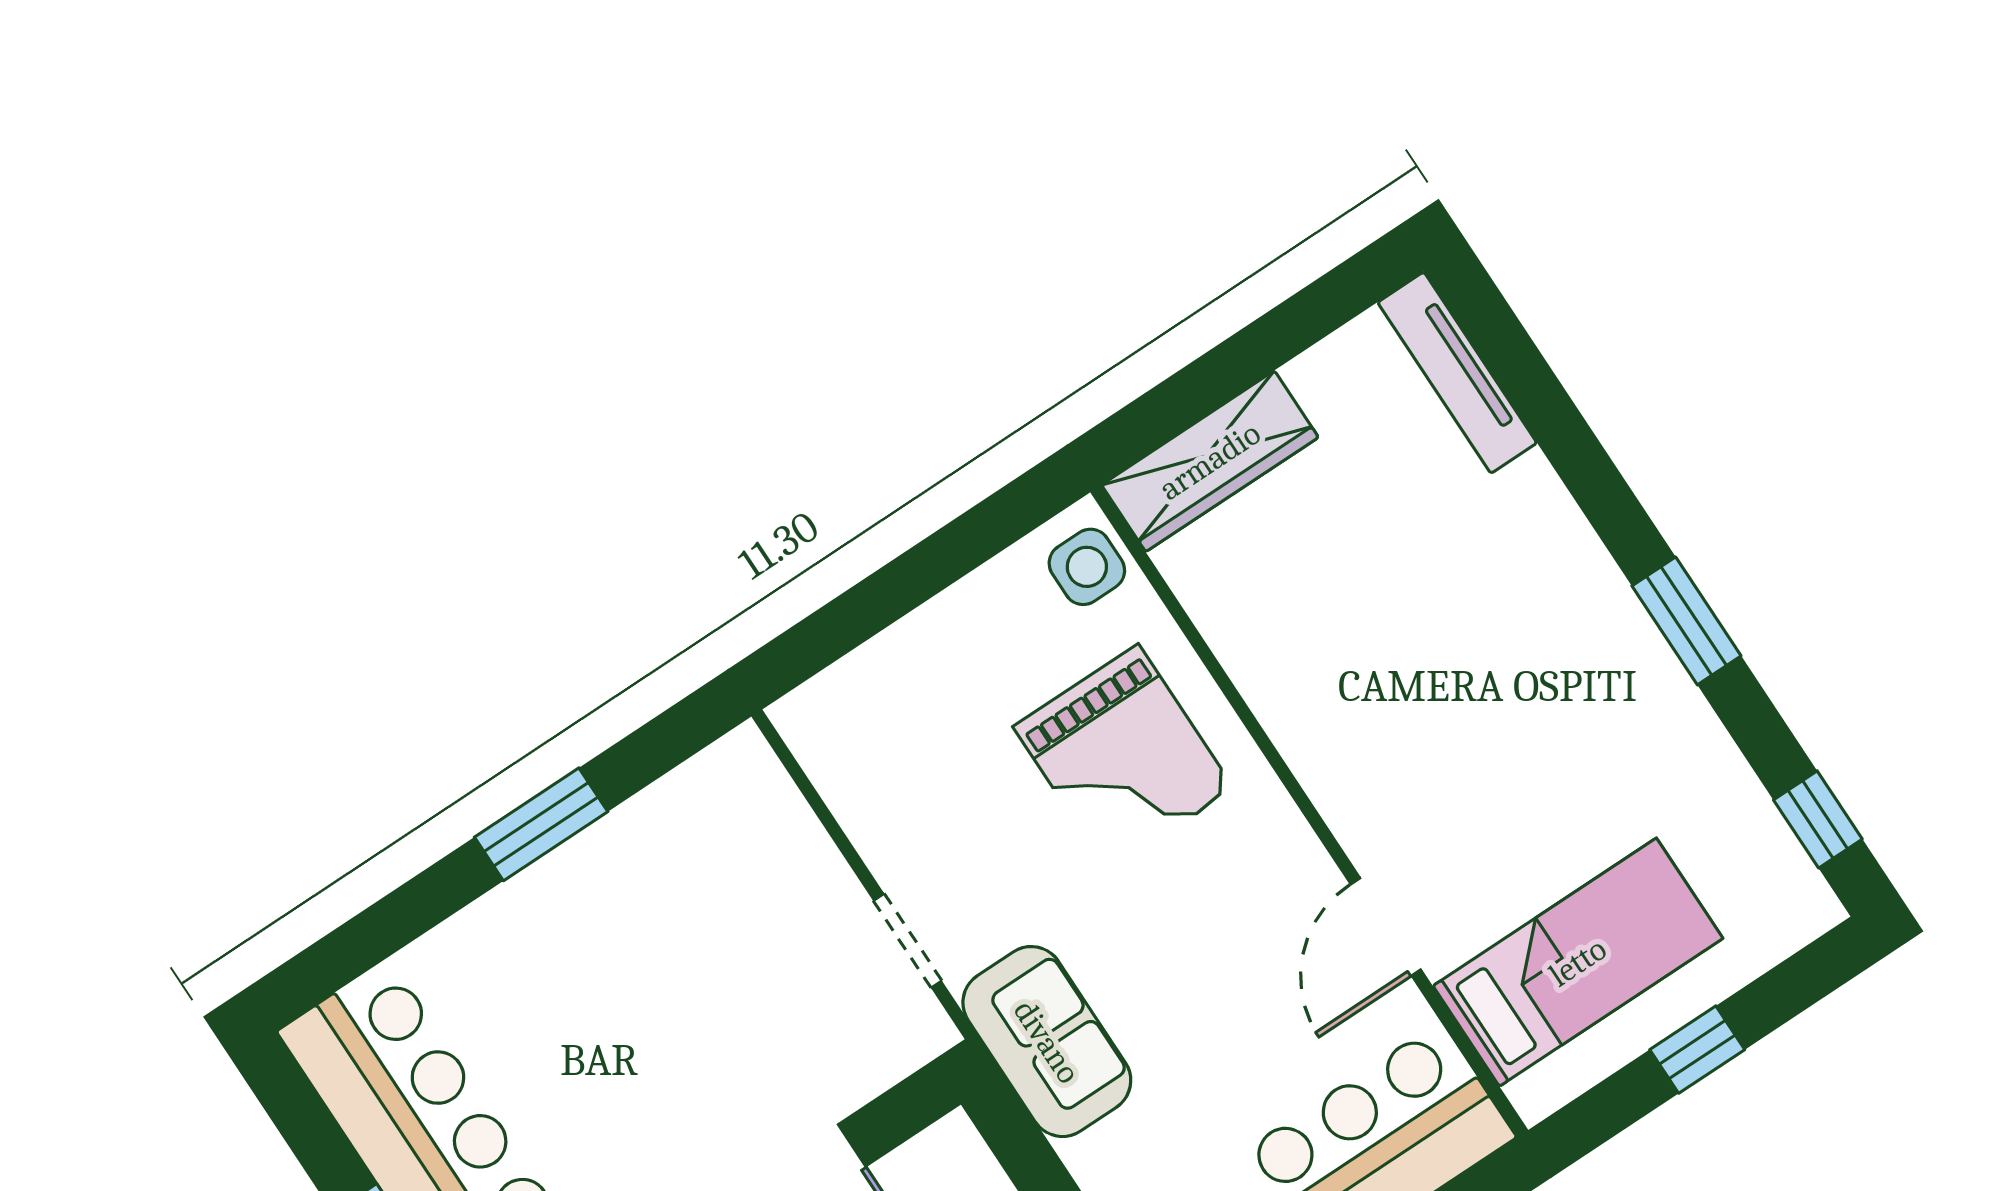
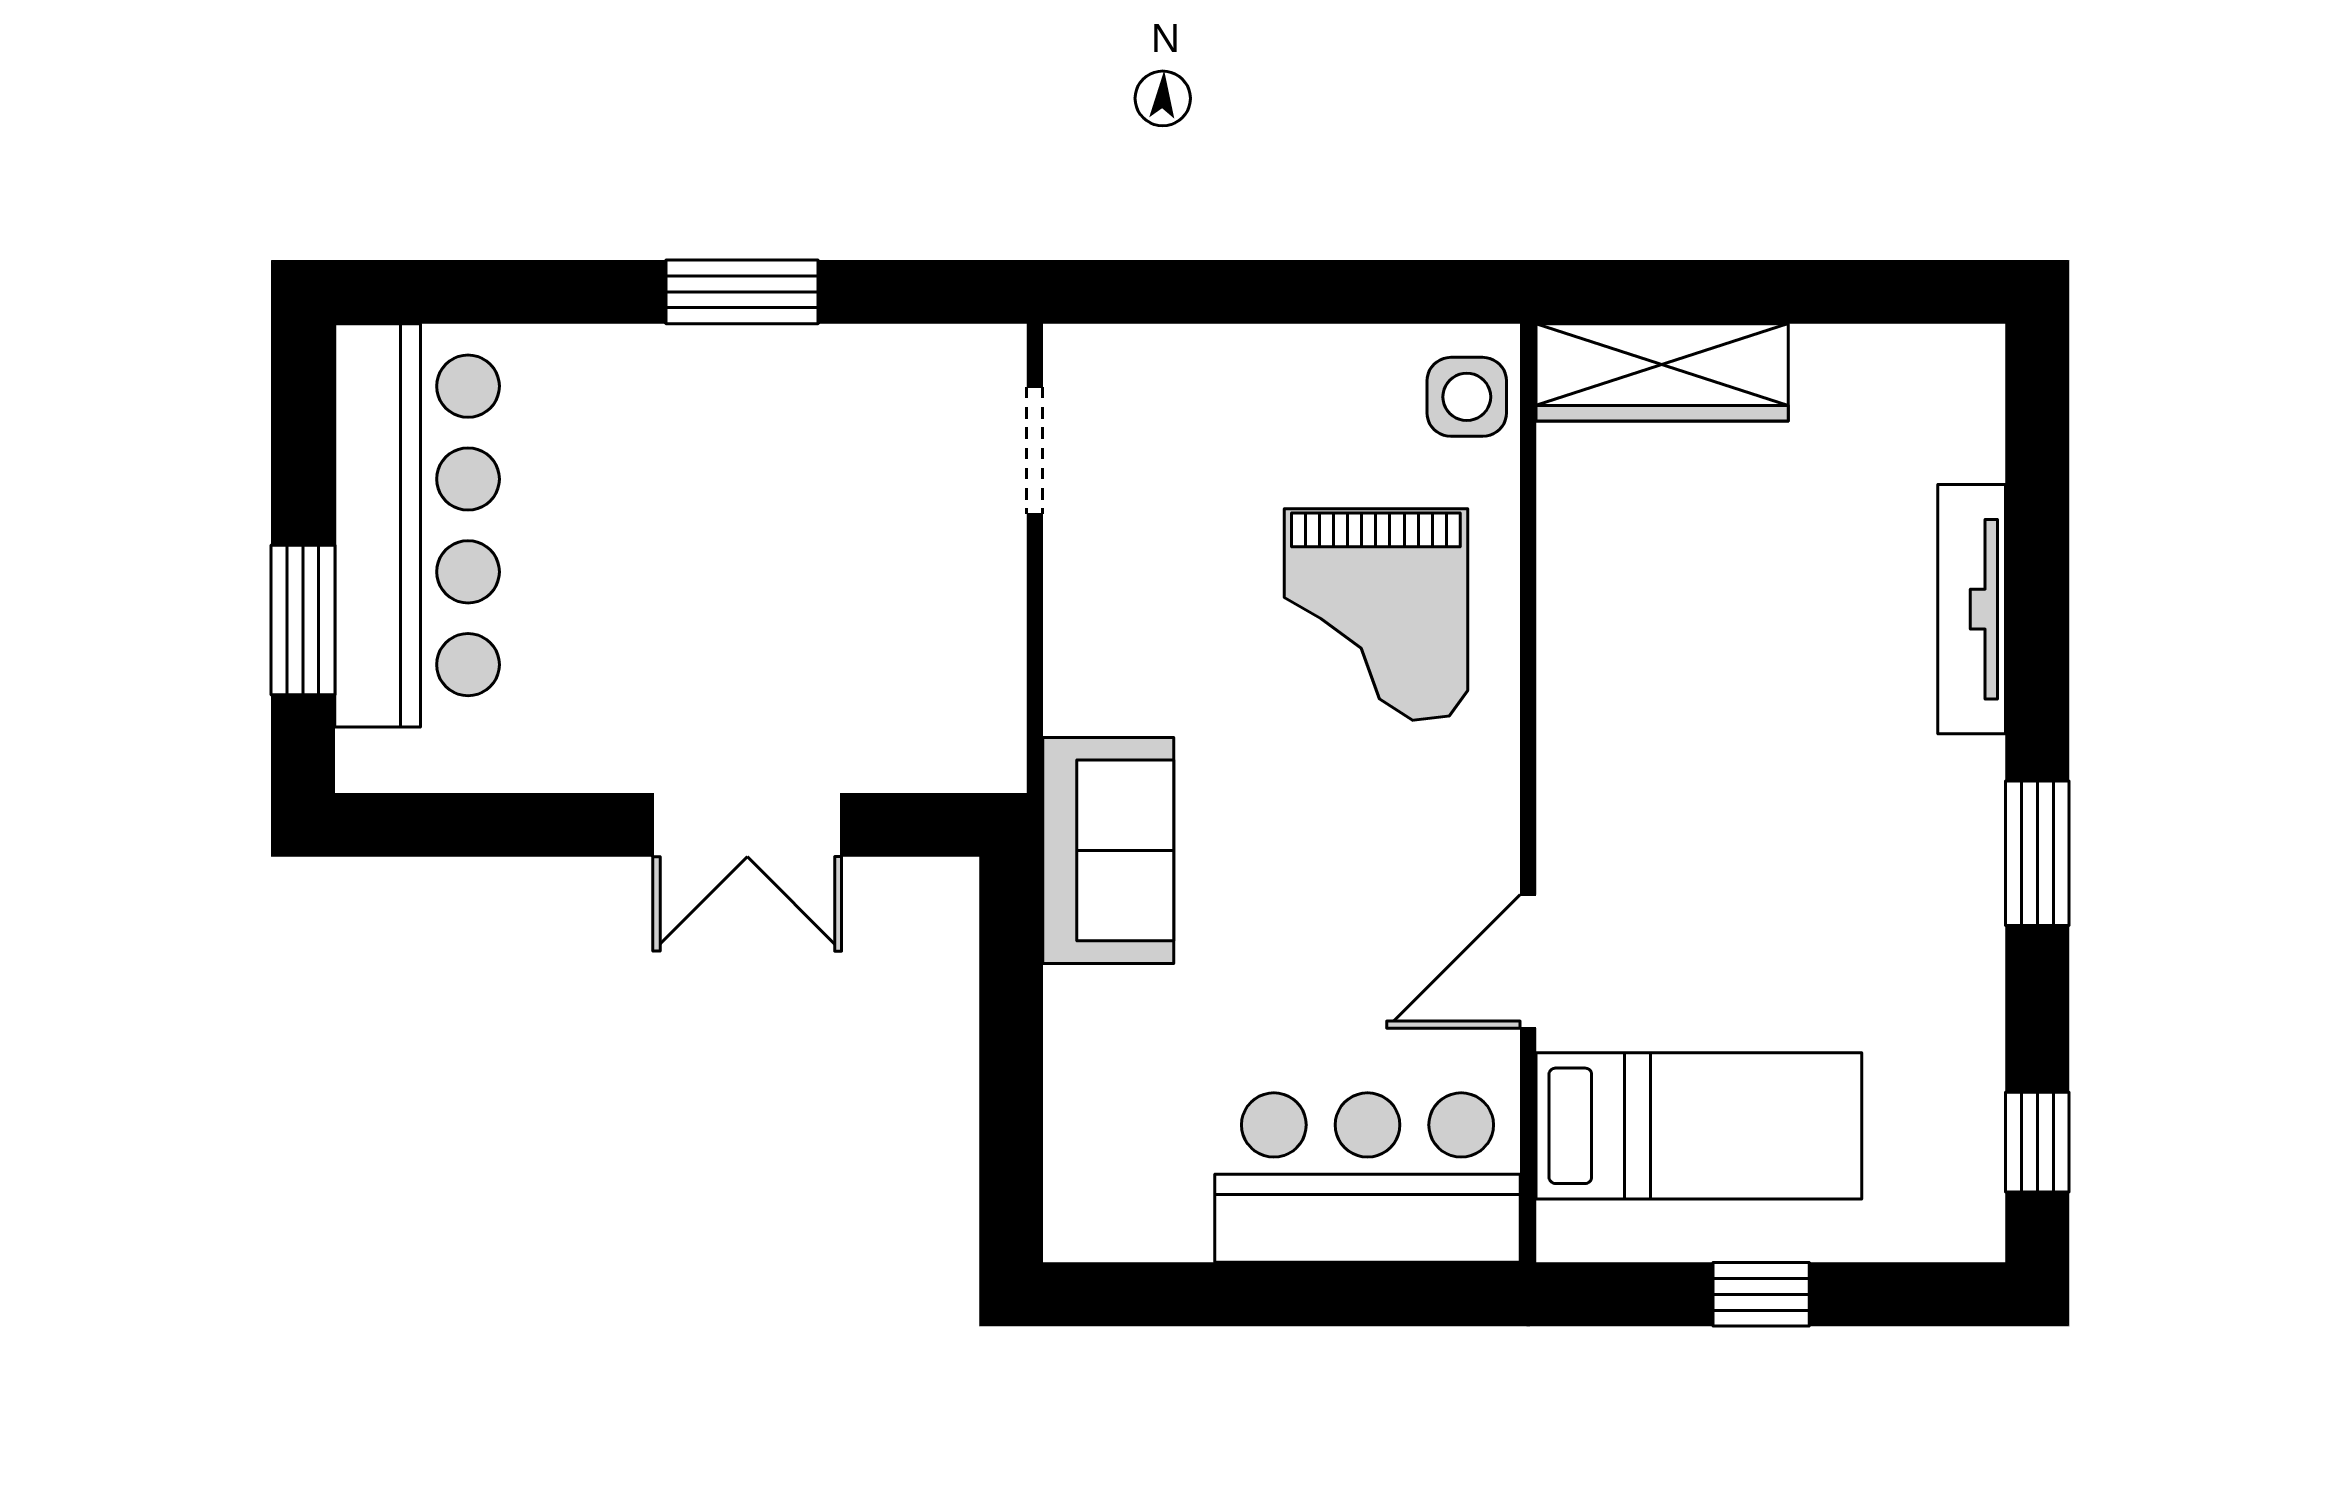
tv unit: (1457, 373) -> (1972, 609), moved
doorway: (908, 941) -> (1035, 451), moved

